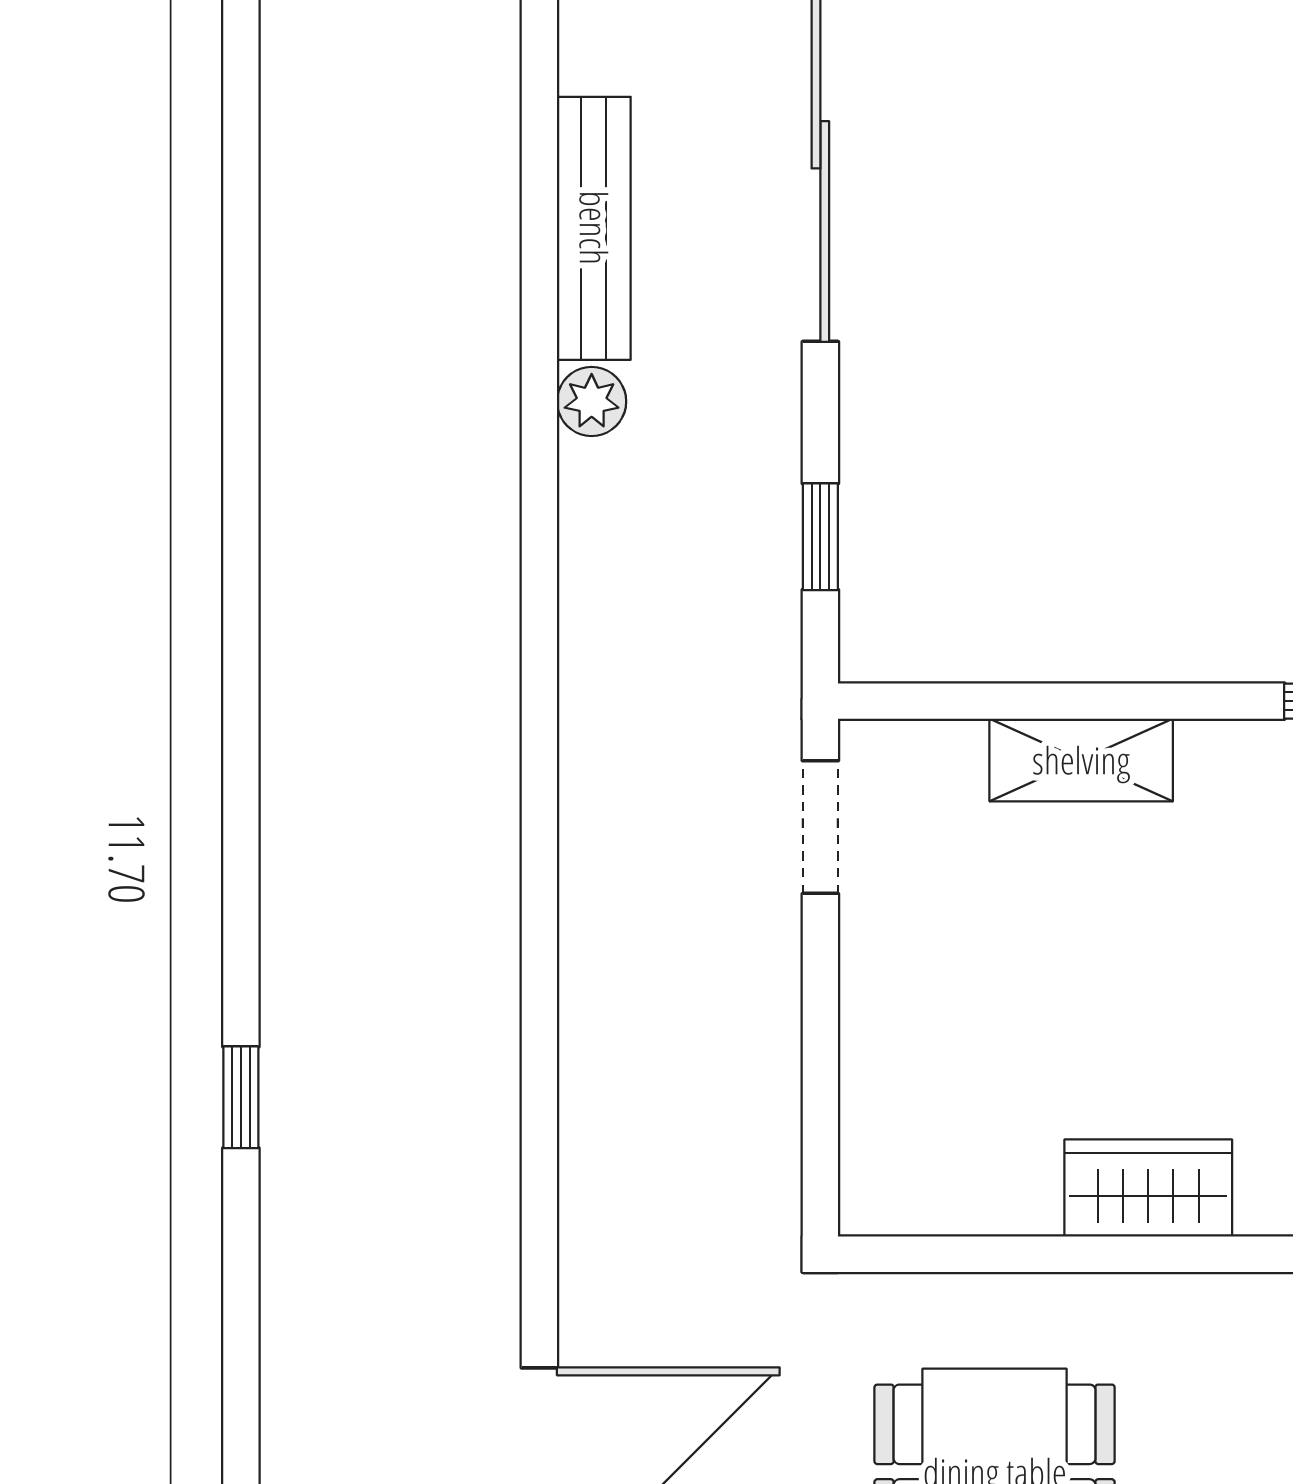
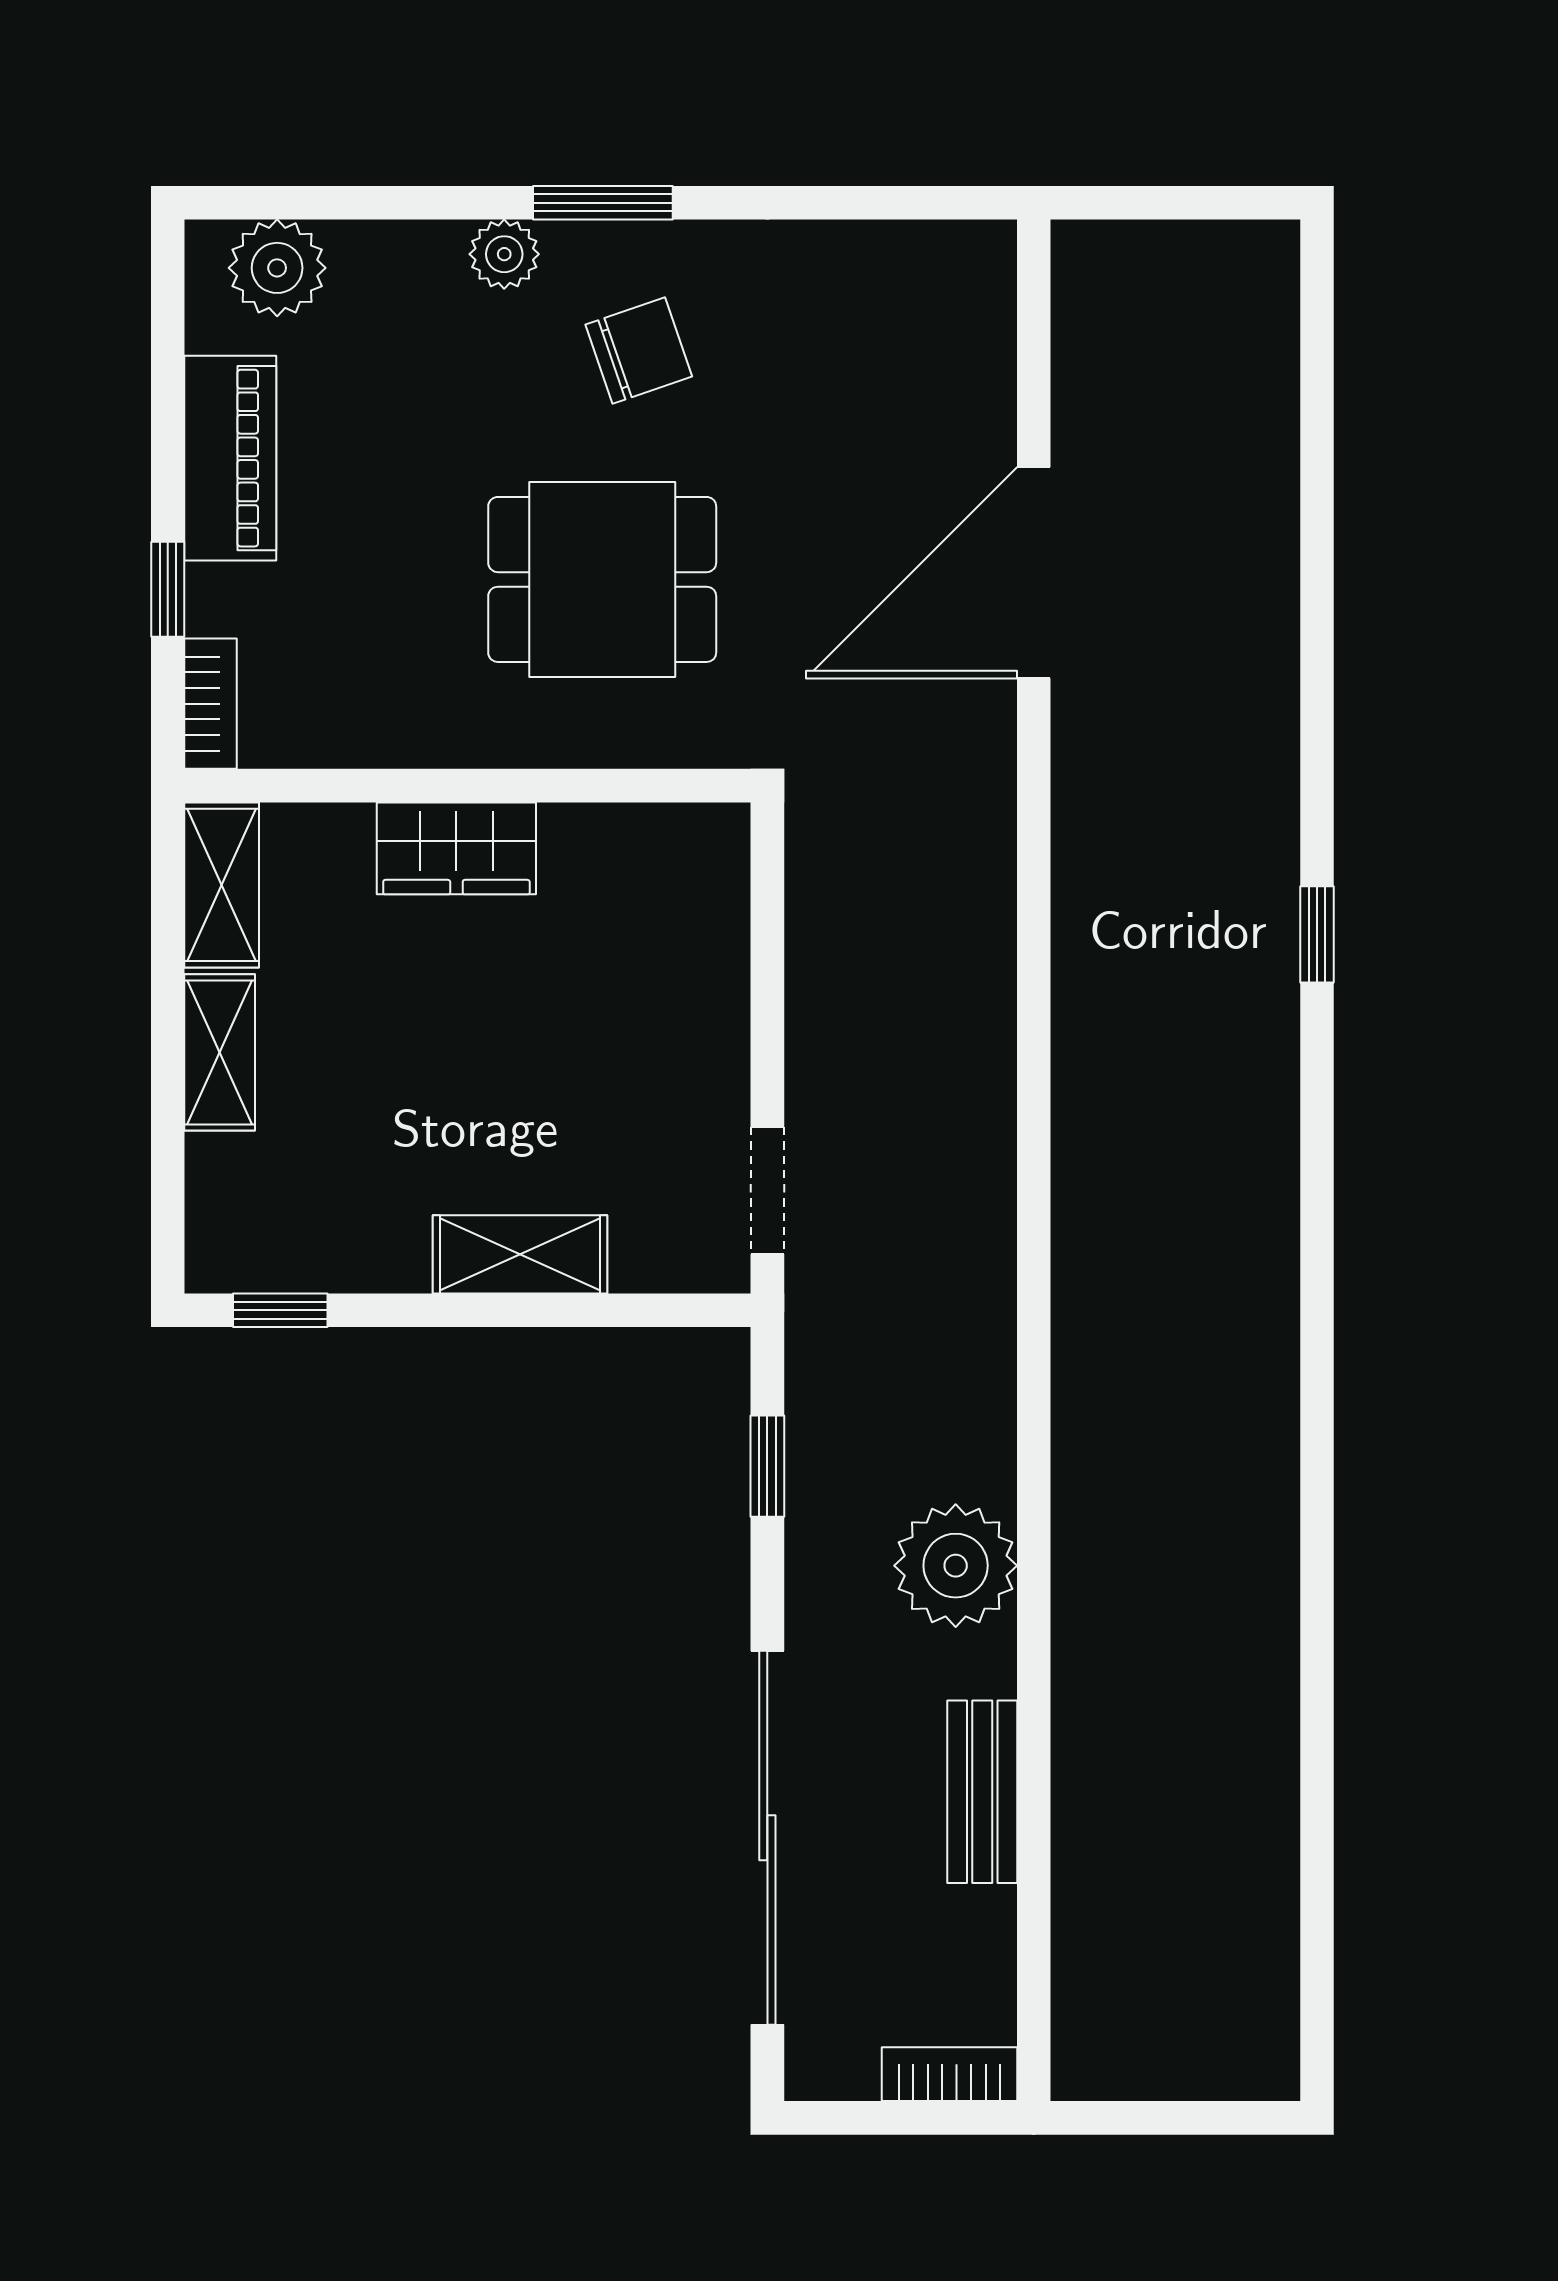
bench: (594, 228) -> (982, 1792), width x0.73
plant: (592, 401) -> (956, 1566), width x1.87, depth x1.87

